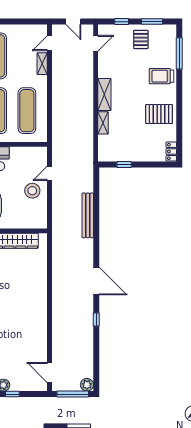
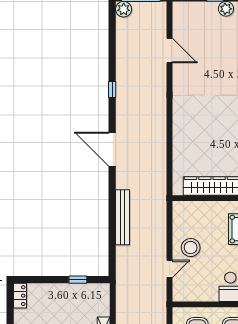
door: (96, 281) -> (112, 149), moved
door: (50, 373) -> (169, 50), moved

